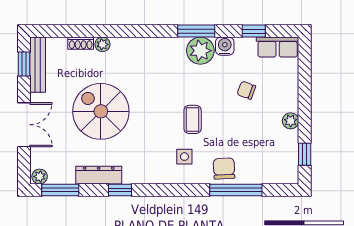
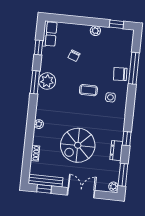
plant: (102, 44) -> (39, 124), moved
water cooler: (225, 46) -> (46, 66), removed
dresser: (99, 175) -> (116, 151), width x0.70

